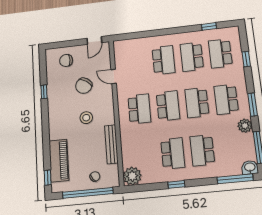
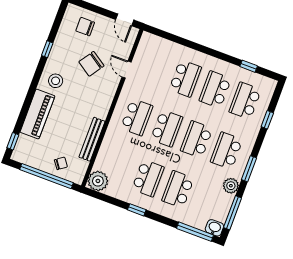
door: (94, 40) -> (125, 20), hinge flipped
stool: (86, 118) -> (56, 81), moved
piano: (59, 161) -> (37, 114), moved

